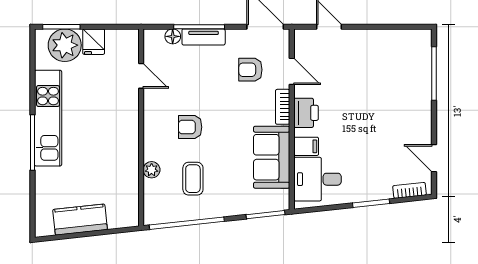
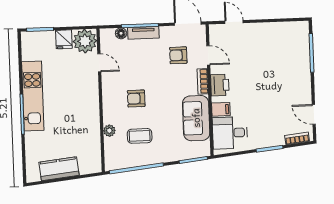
plant: (65, 45) -> (85, 41), moved
coffee table: (193, 179) -> (140, 136), turned 90

